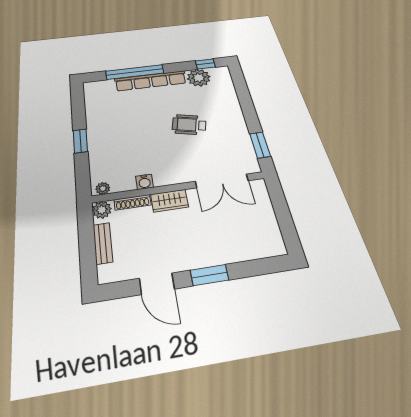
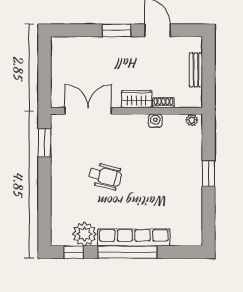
window: (135, 72) -> (127, 252), moved
shoe rack: (132, 202) -> (163, 103), width x0.70
plant: (102, 210) -> (194, 100), removed

